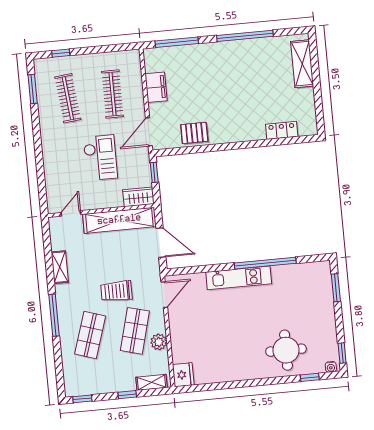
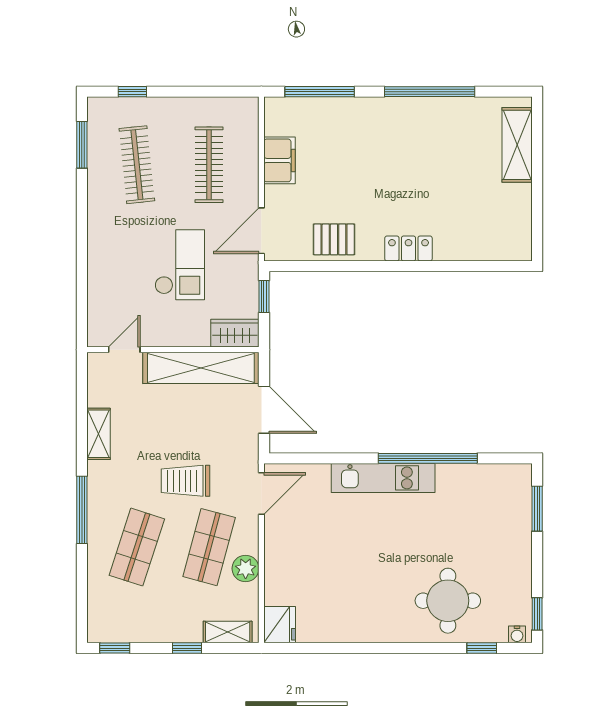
locker: (282, 130) -> (408, 248), moved

